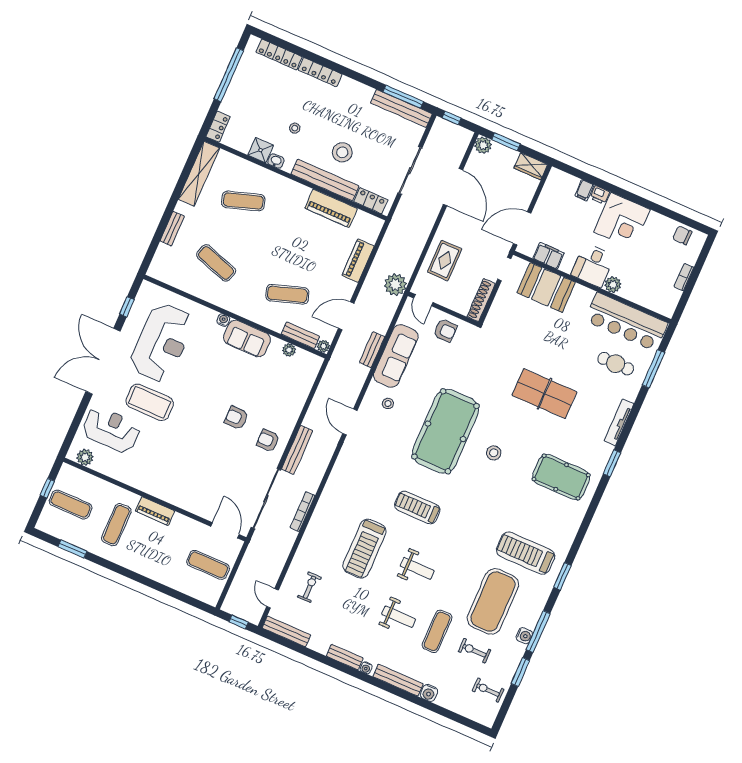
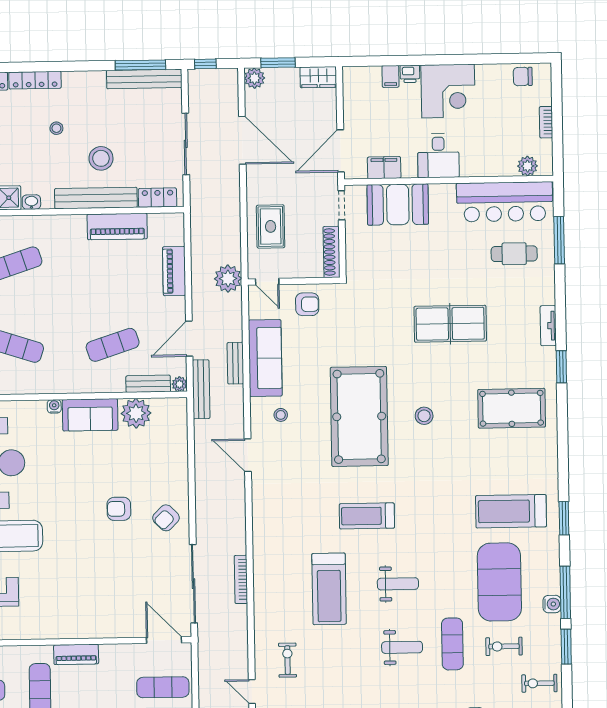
stool: (295, 128) -> (56, 128), moved
plant: (613, 285) -> (528, 166), moved
plant: (289, 350) -> (136, 413), width x1.88, depth x1.88
tv unit: (619, 422) -> (548, 326), width x0.71
armchair: (268, 441) -> (166, 518), turned -45
bench: (297, 450) -> (201, 389), moved

